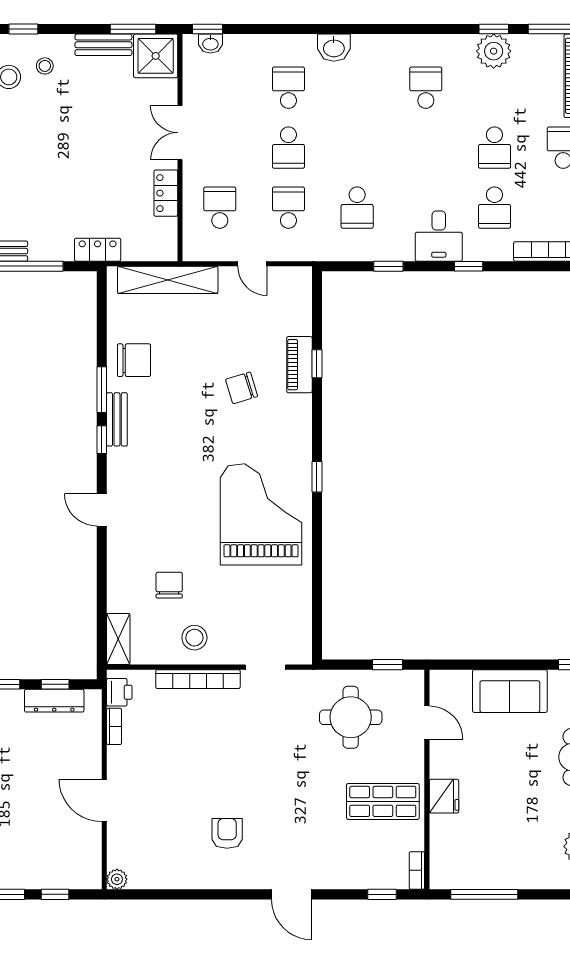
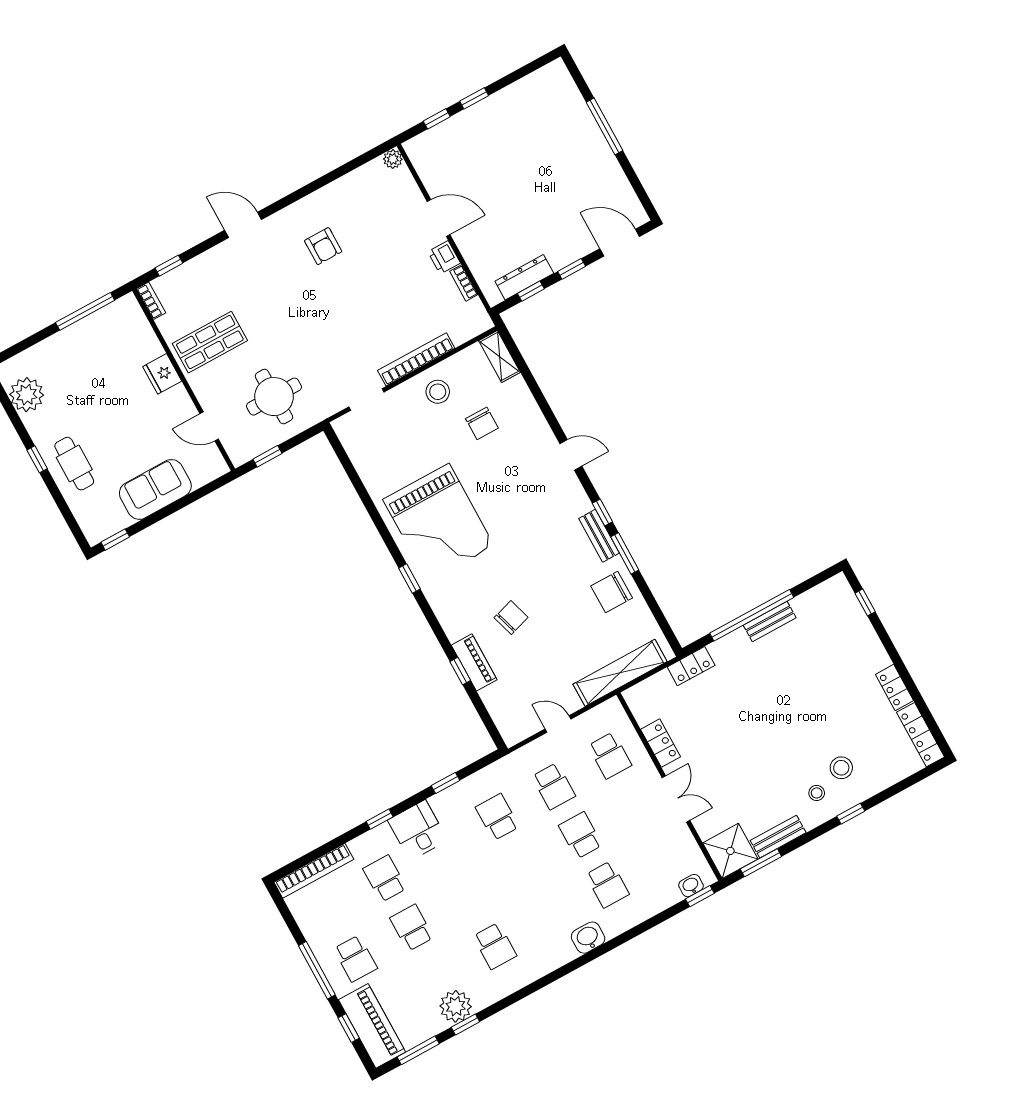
printer: (119, 692) -> (444, 257), moved

